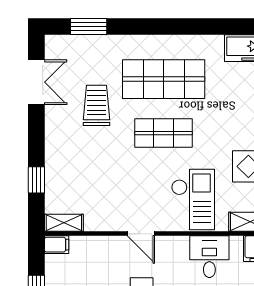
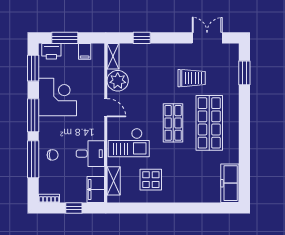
double door: (36, 82) -> (207, 38), swing flipped
plant: (101, 216) -> (118, 81), added
door: (141, 234) -> (106, 108), swing flipped
filing cabinet: (57, 245) -> (85, 51), moved

